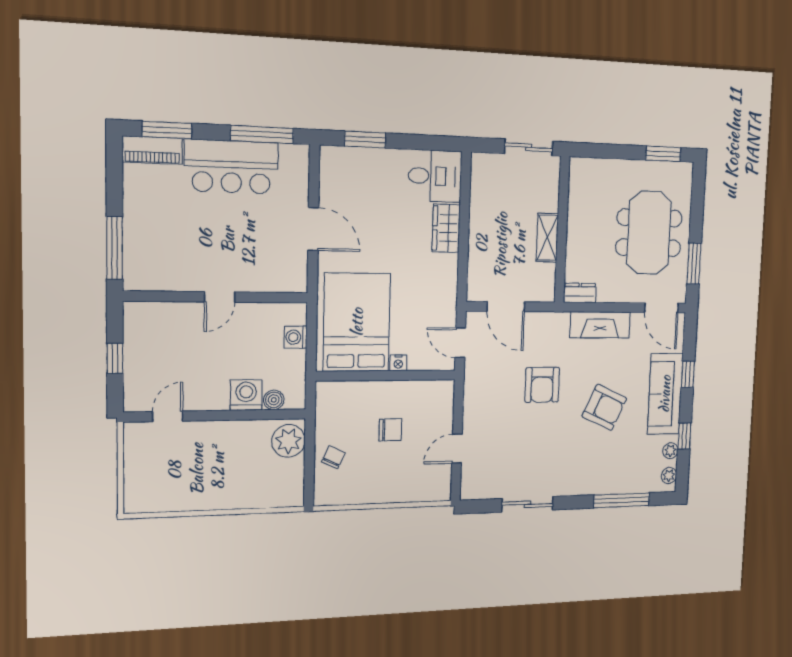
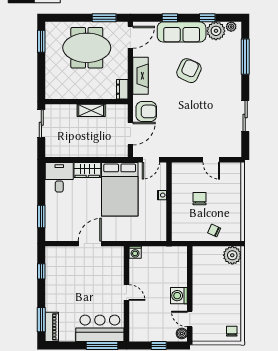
window: (262, 135) -> (41, 271), width x0.46
bar counter: (231, 167) -> (100, 328), moved, turned -90
bed: (357, 322) -> (120, 189), moved, turned -90
washing machine: (296, 337) -> (135, 252), moved
armchair: (542, 385) -> (146, 111), moved
washing machine: (246, 395) -> (179, 296), moved
boiler: (274, 400) -> (182, 333), moved
plant: (288, 441) -> (232, 255), moved
plant: (670, 451) -> (216, 31), width x1.87, depth x1.87
chair: (144, 495) -> (232, 331), added

